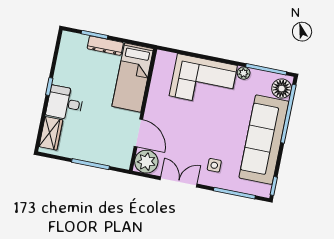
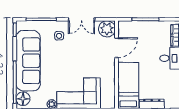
door: (138, 133) -> (117, 48), swing flipped

